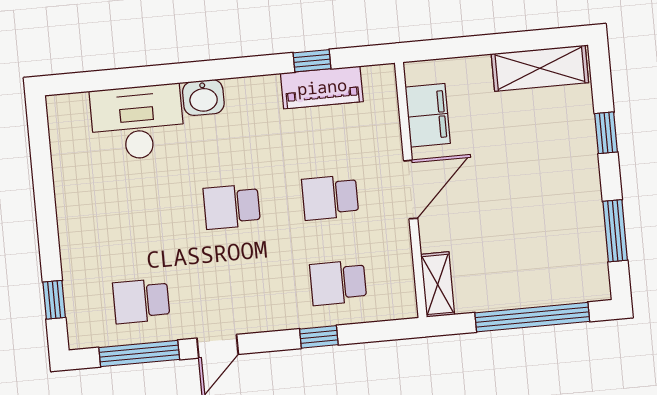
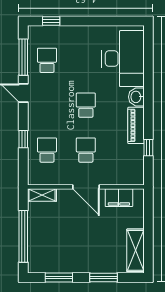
piano: (322, 87) -> (136, 125), moved
desk: (137, 122) -> (123, 59), width x1.36, depth x1.30
window: (606, 133) -> (103, 277), width x1.50

